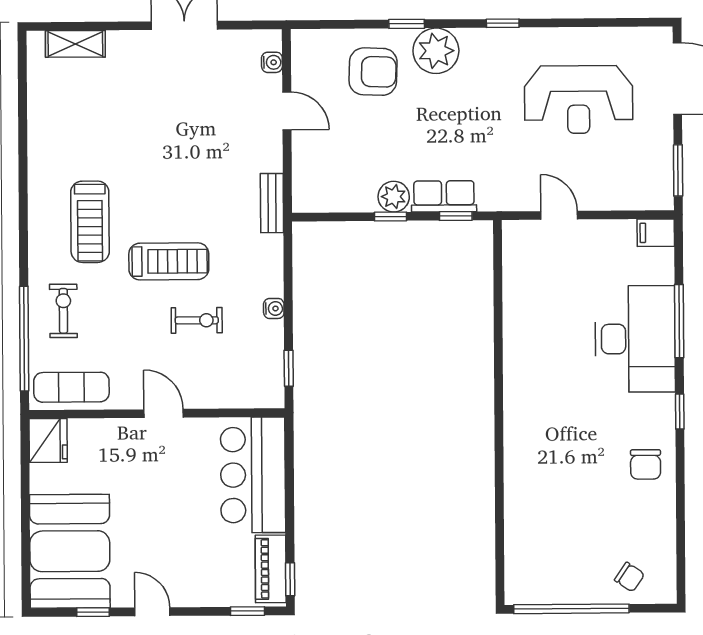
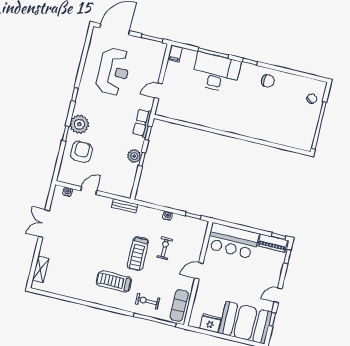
row of seats: (444, 196) -> (142, 123), moved
treadmill: (90, 222) -> (114, 281), turned 180
treadmill: (169, 261) -> (138, 253), turned 180
fridge: (48, 441) -> (210, 323), moved

